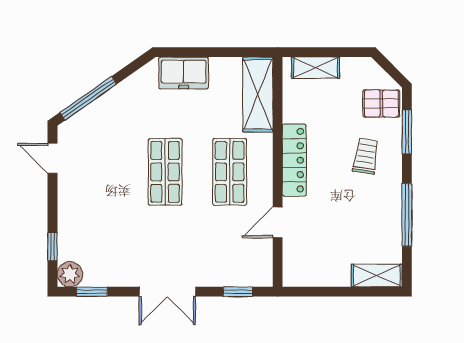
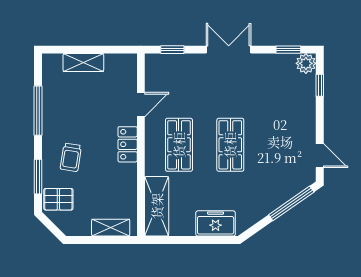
locker: (294, 160) -> (128, 144), width x0.66
shelving: (377, 275) -> (83, 63), moved

